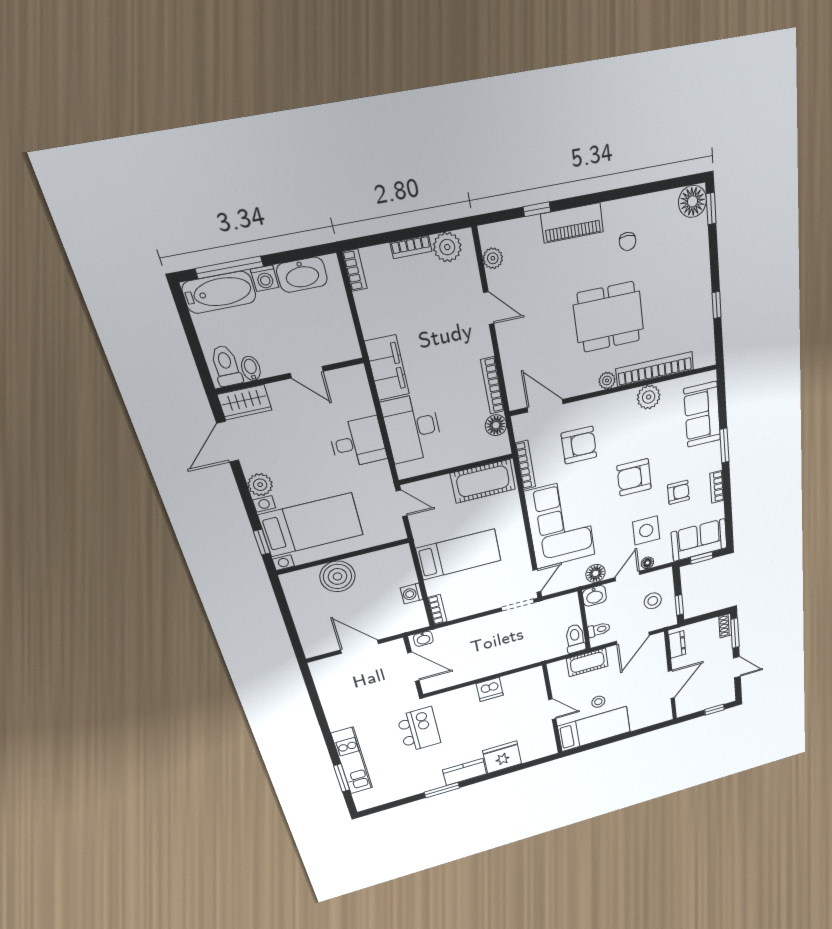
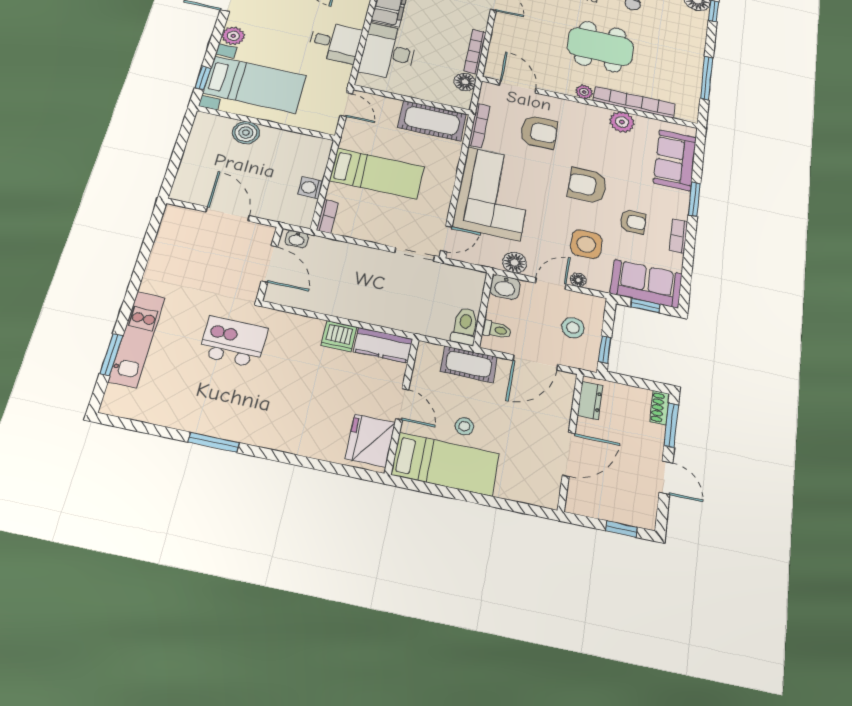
window: (717, 305) -> (707, 78), width x2.17
boiler: (338, 576) -> (246, 133), width x0.73, depth x0.73
kitchen island: (419, 729) -> (233, 342), turned -90
fridge: (502, 757) -> (370, 440), moved, turned -90
kitchen counter: (465, 772) -> (383, 345), moved, turned 180

